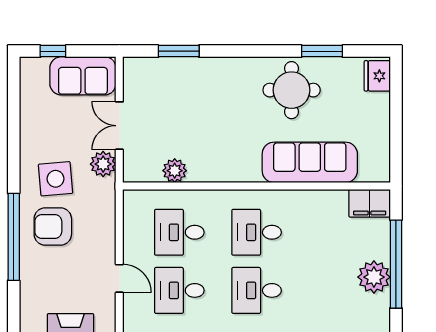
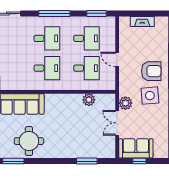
window: (53, 51) -> (139, 161), moved
double door: (119, 126) -> (117, 123), swing flipped
door: (119, 278) -> (117, 60), moved

